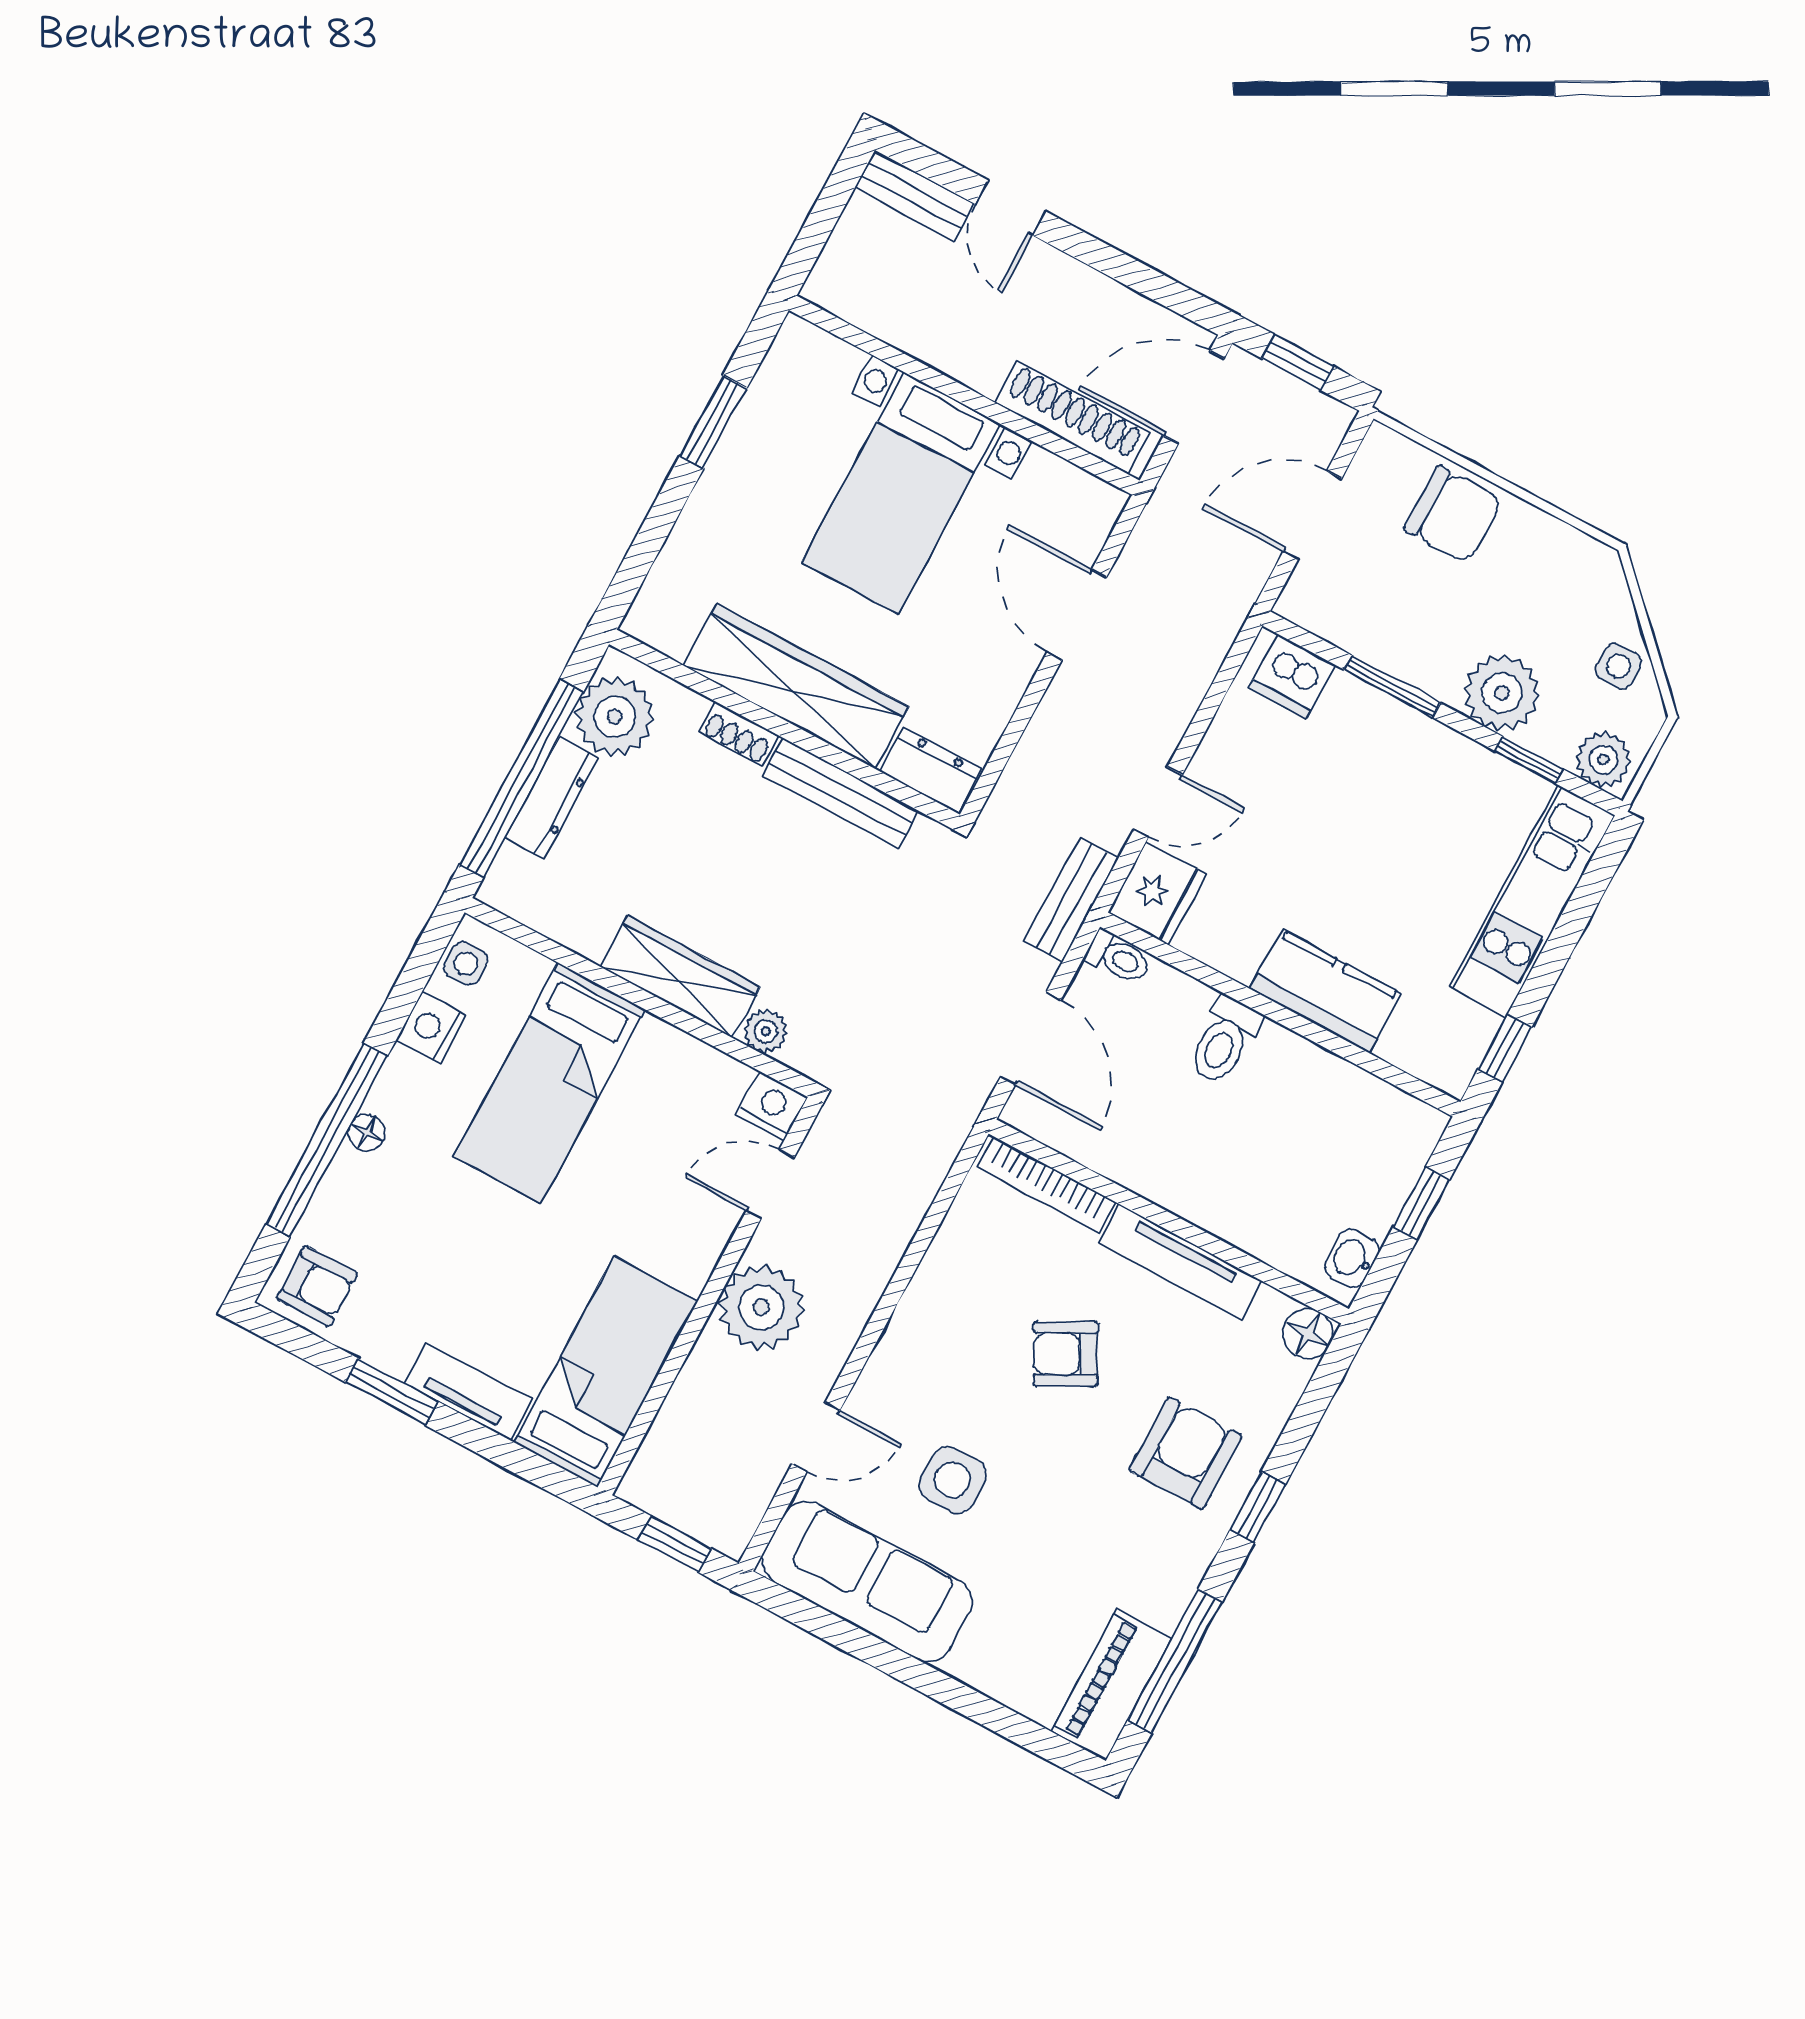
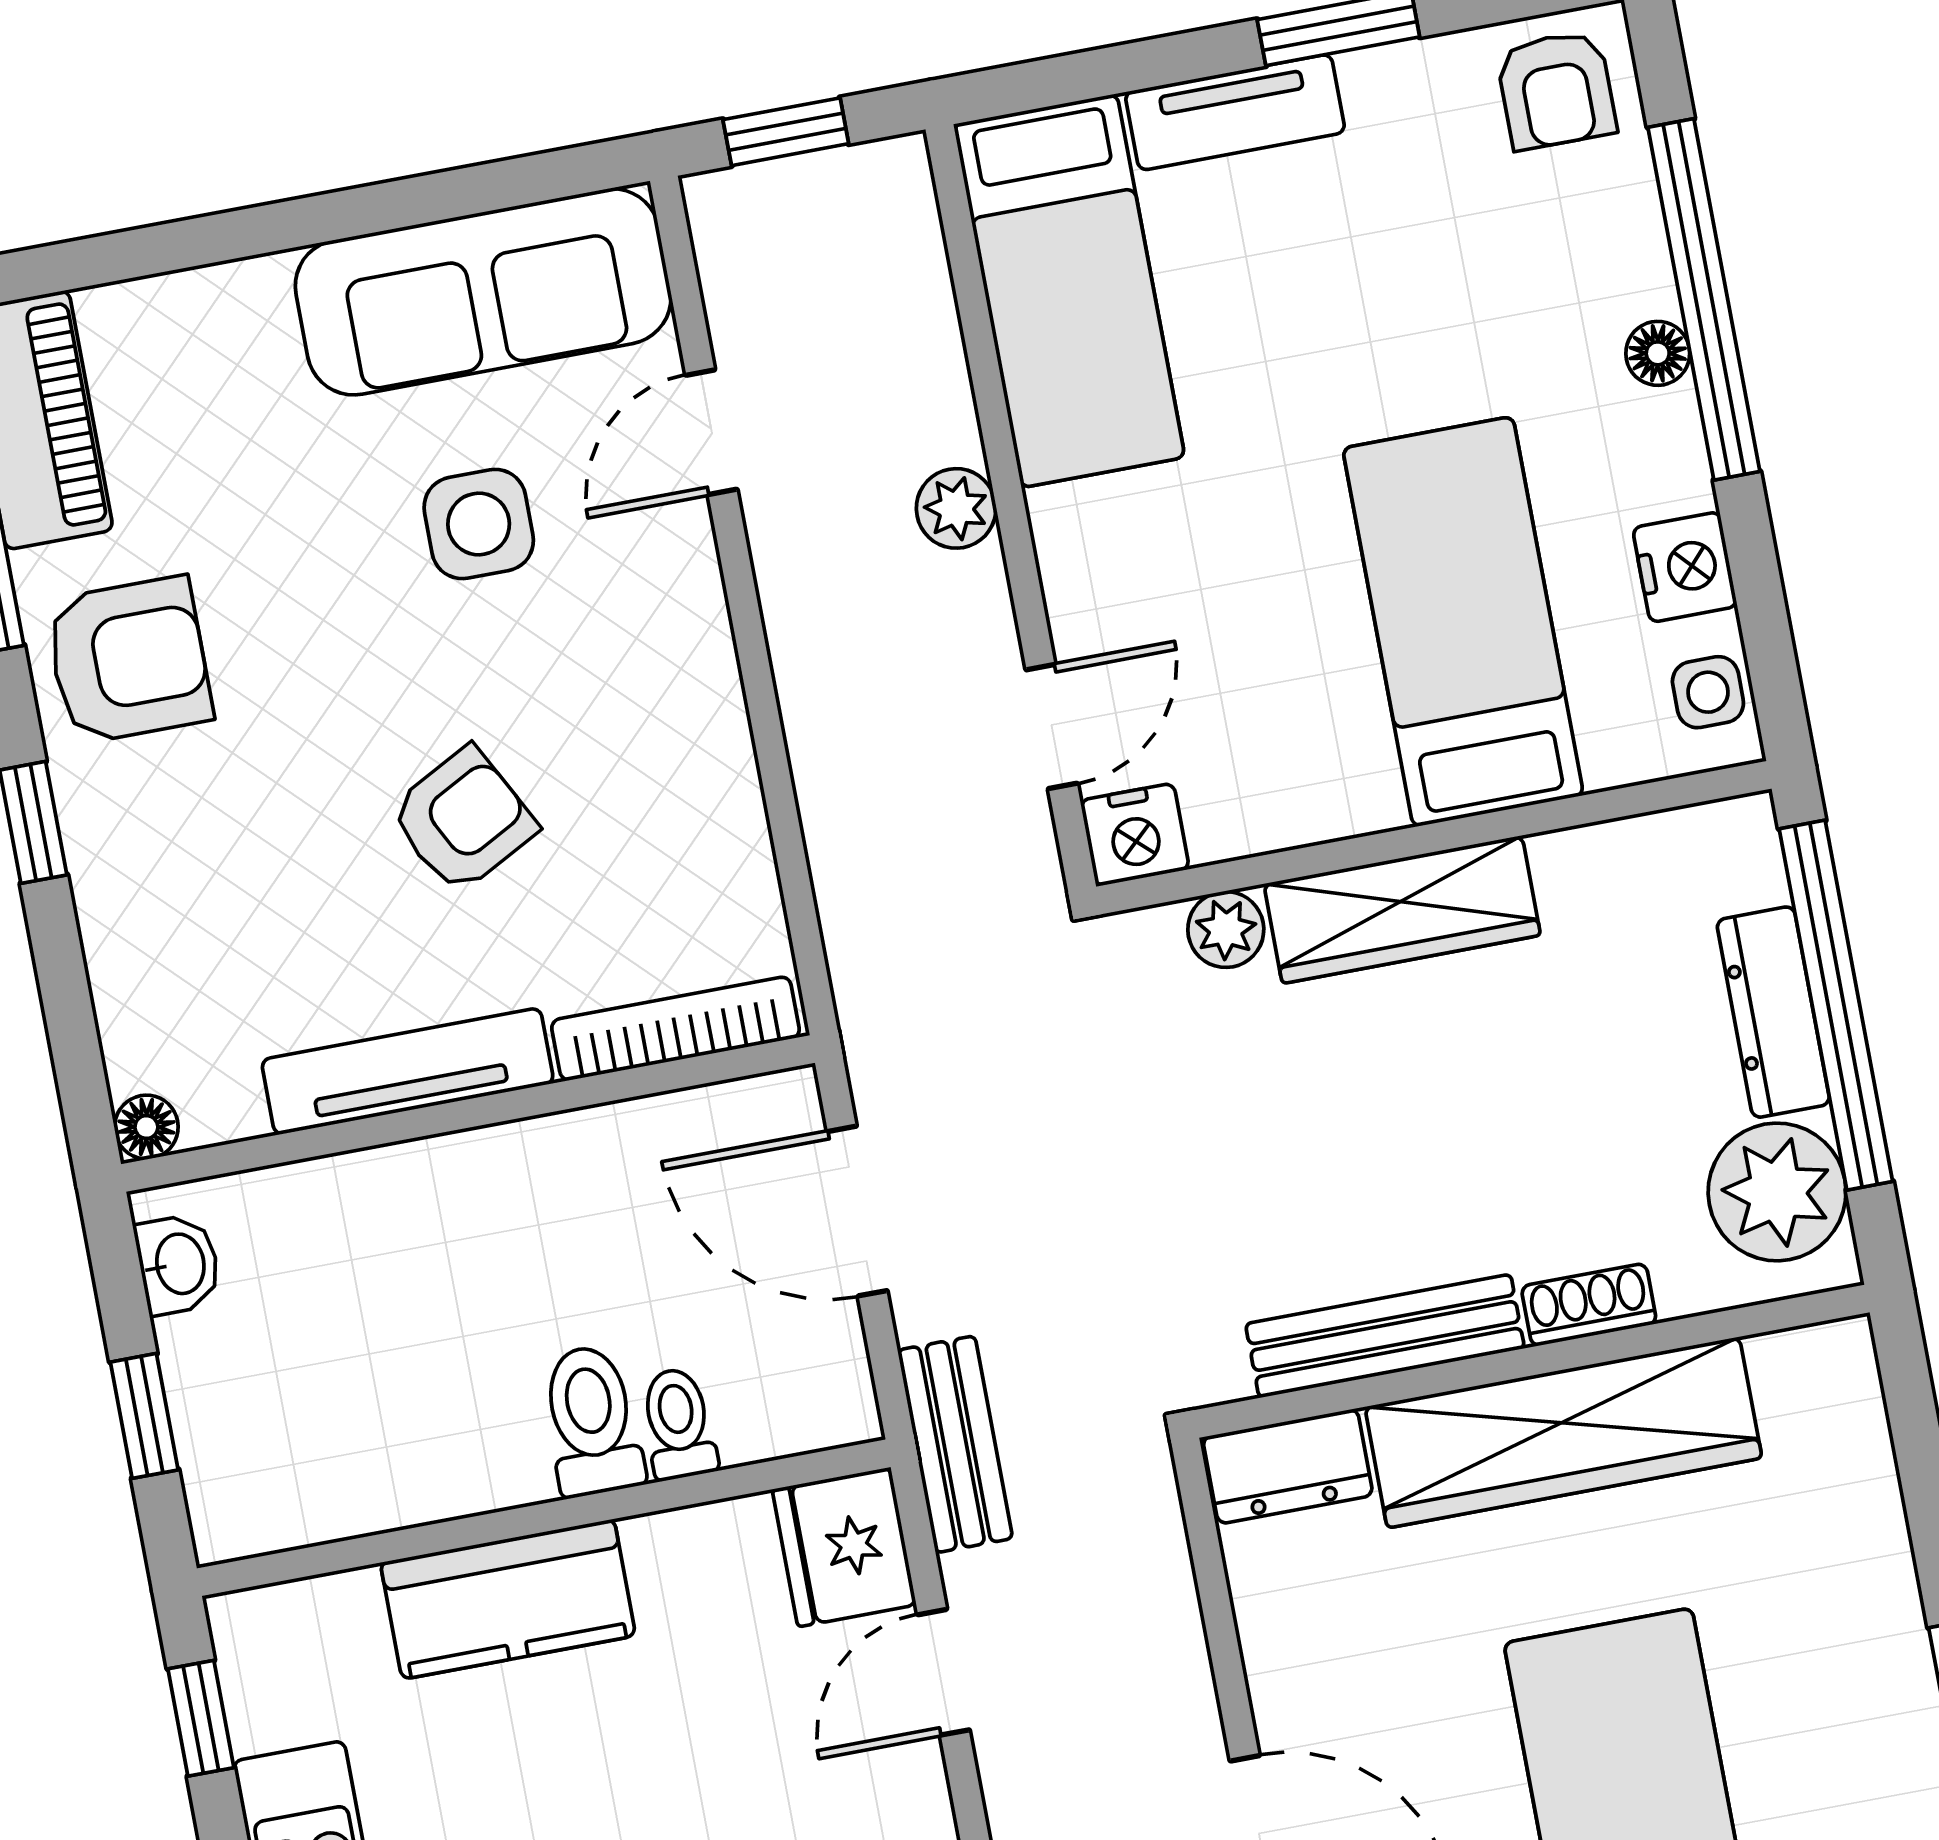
toilet: (1118, 958) -> (678, 1424), moved, turned 90
armchair: (317, 1286) -> (1556, 90), turned -90
plant: (761, 1307) -> (956, 508), width x0.53, depth x0.53
floor lamp: (1308, 1334) -> (146, 1127), width x0.73, depth x0.73
armchair: (1185, 1453) -> (129, 660), moved, turned -90

